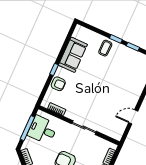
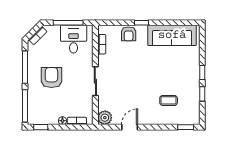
coffee table: (105, 48) -> (169, 100), moved
sofa: (73, 55) -> (172, 35), width x1.36
door: (133, 117) -> (130, 127), hinge flipped
plant: (117, 133) -> (105, 118), added

